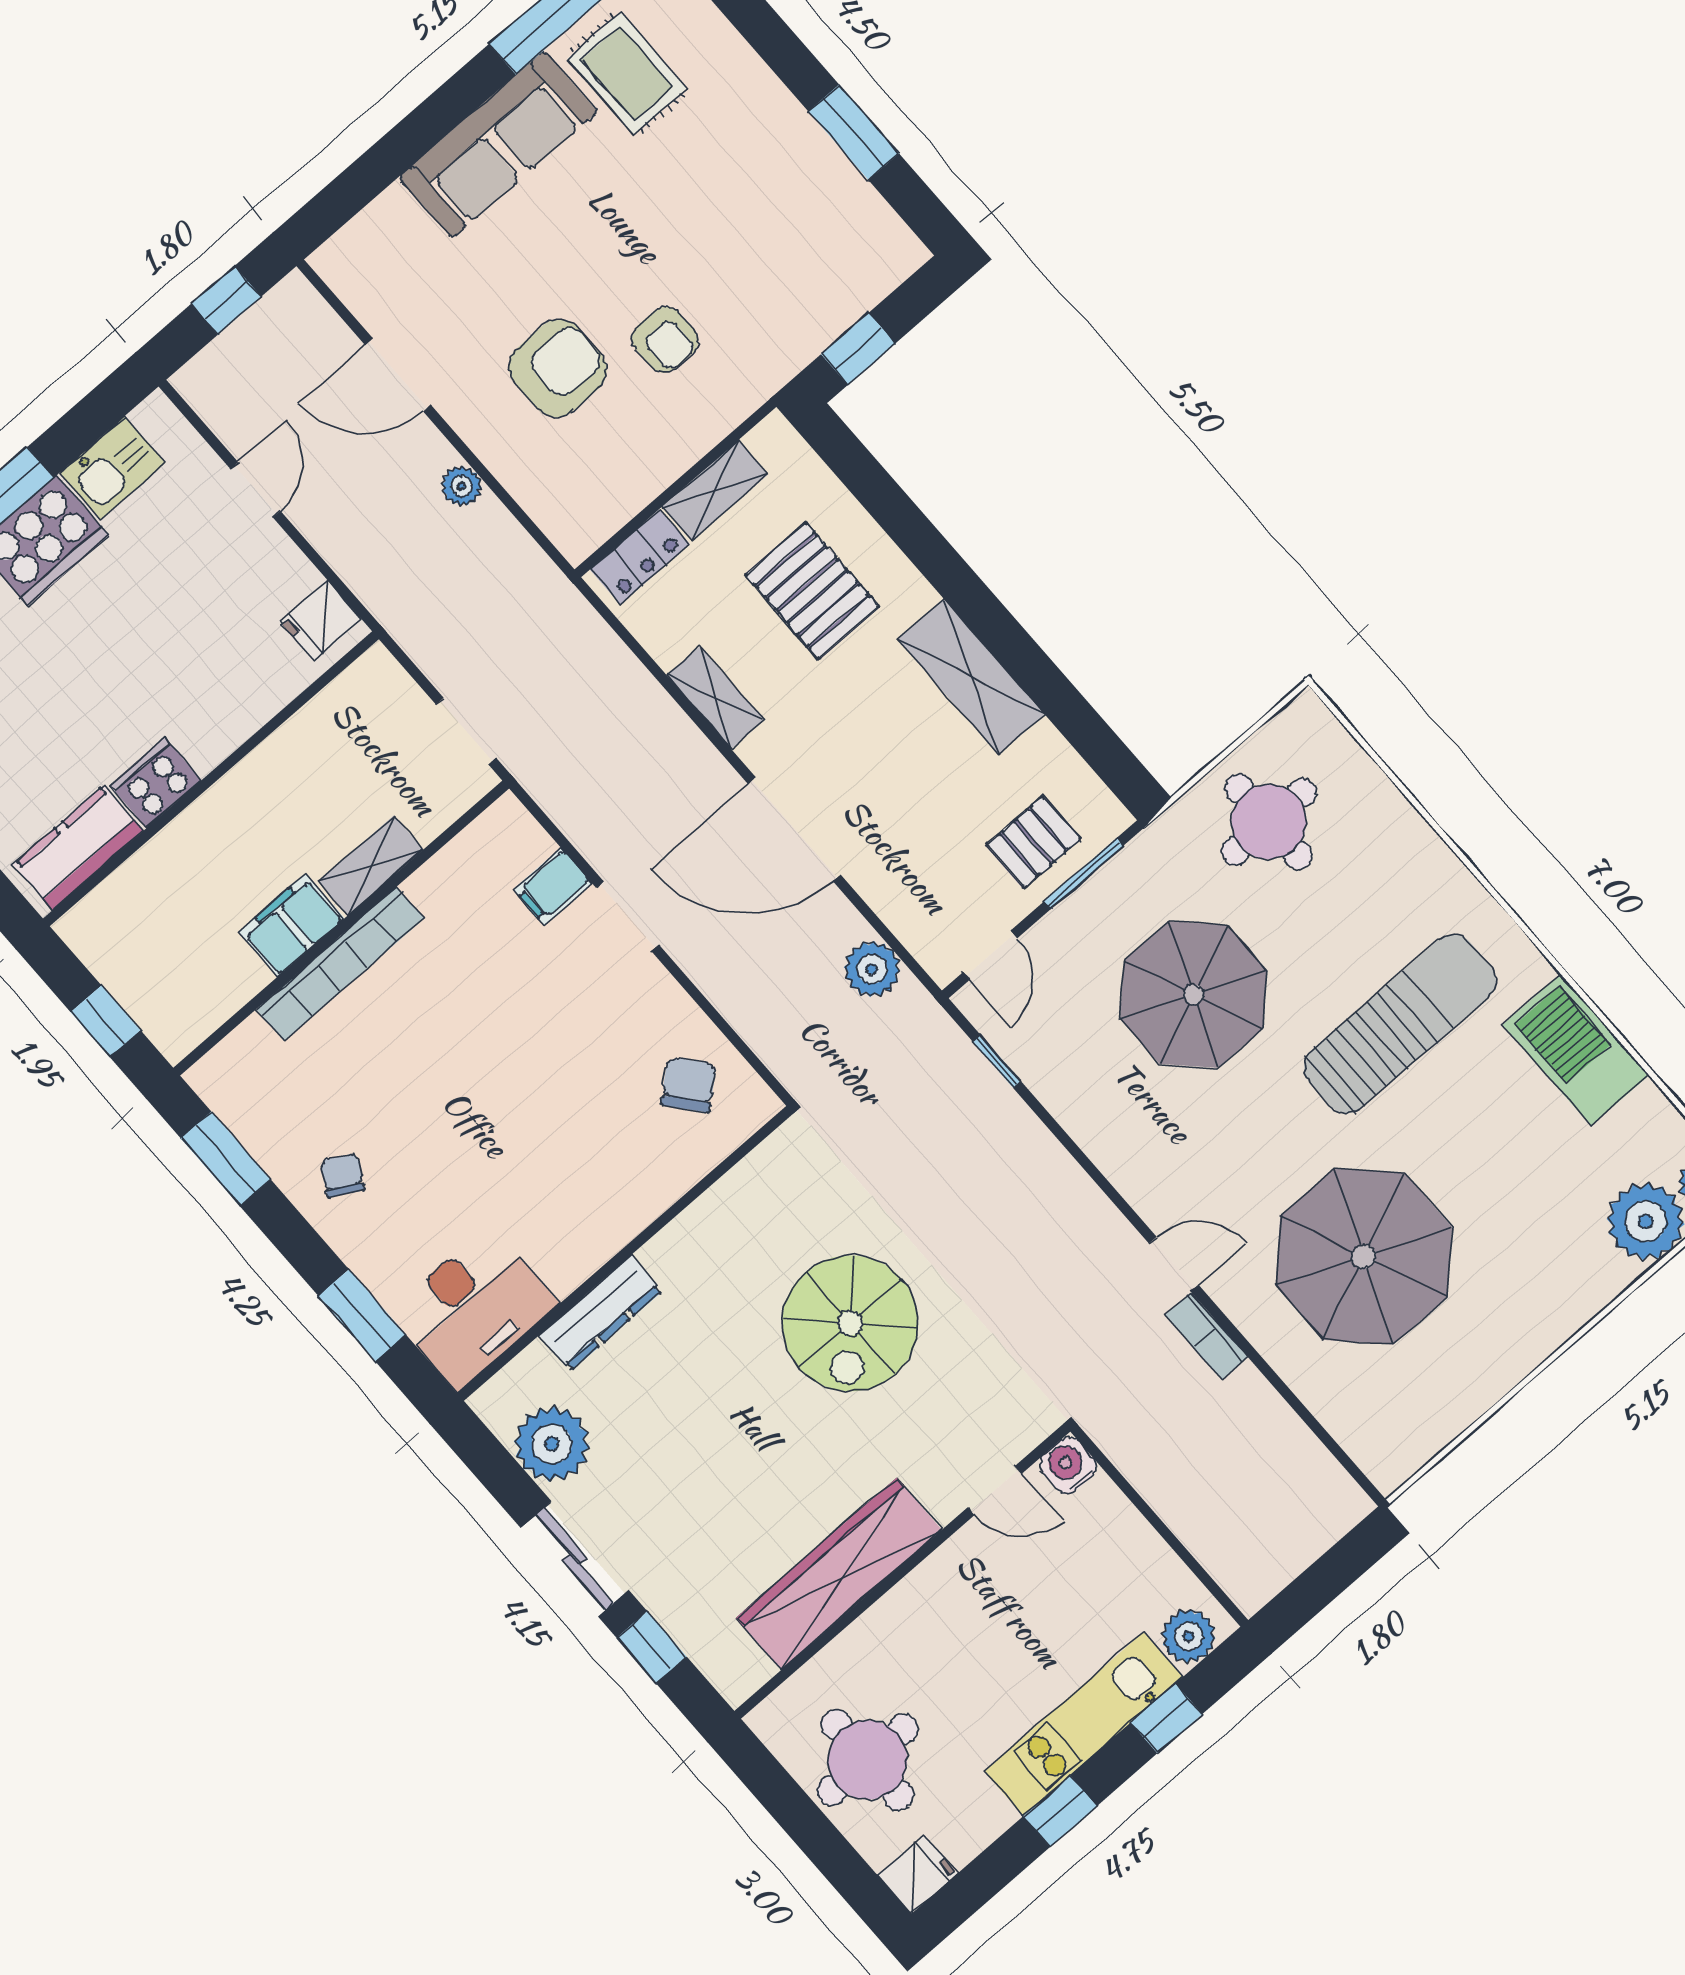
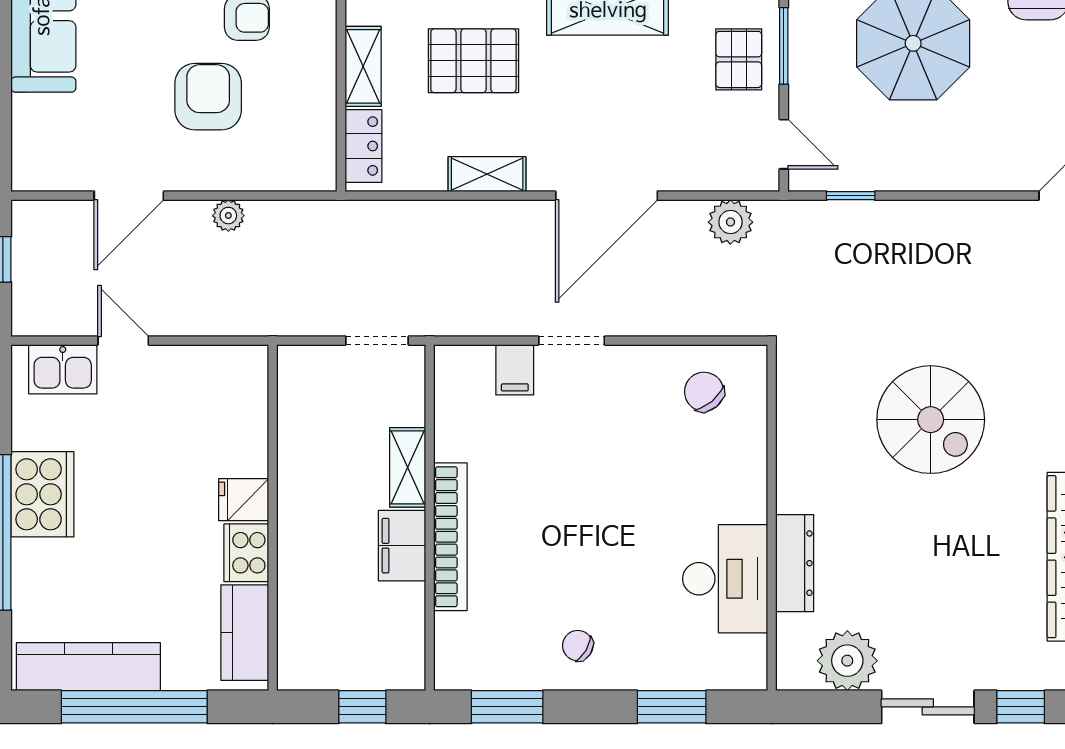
kitchen sink: (113, 468) -> (63, 369), moved, turned 90
fridge: (321, 620) -> (244, 500), moved, turned 90
desk: (473, 1308) -> (725, 579), moved

